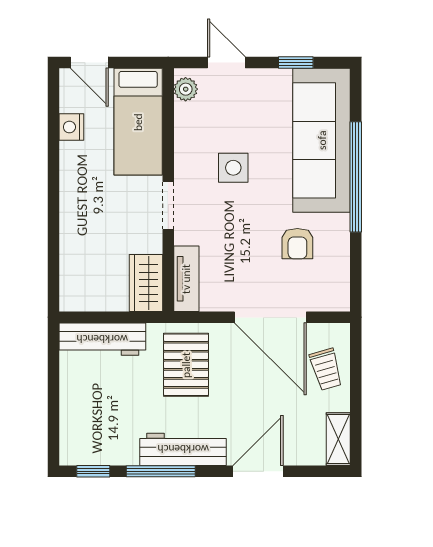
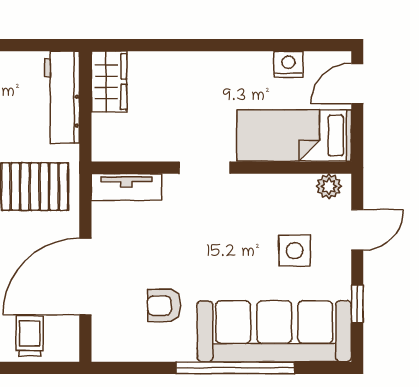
side table: (233, 168) -> (295, 251), moved
wardrobe: (146, 283) -> (109, 82), moved, turned 90
trolley: (326, 369) -> (30, 336), turned 106

